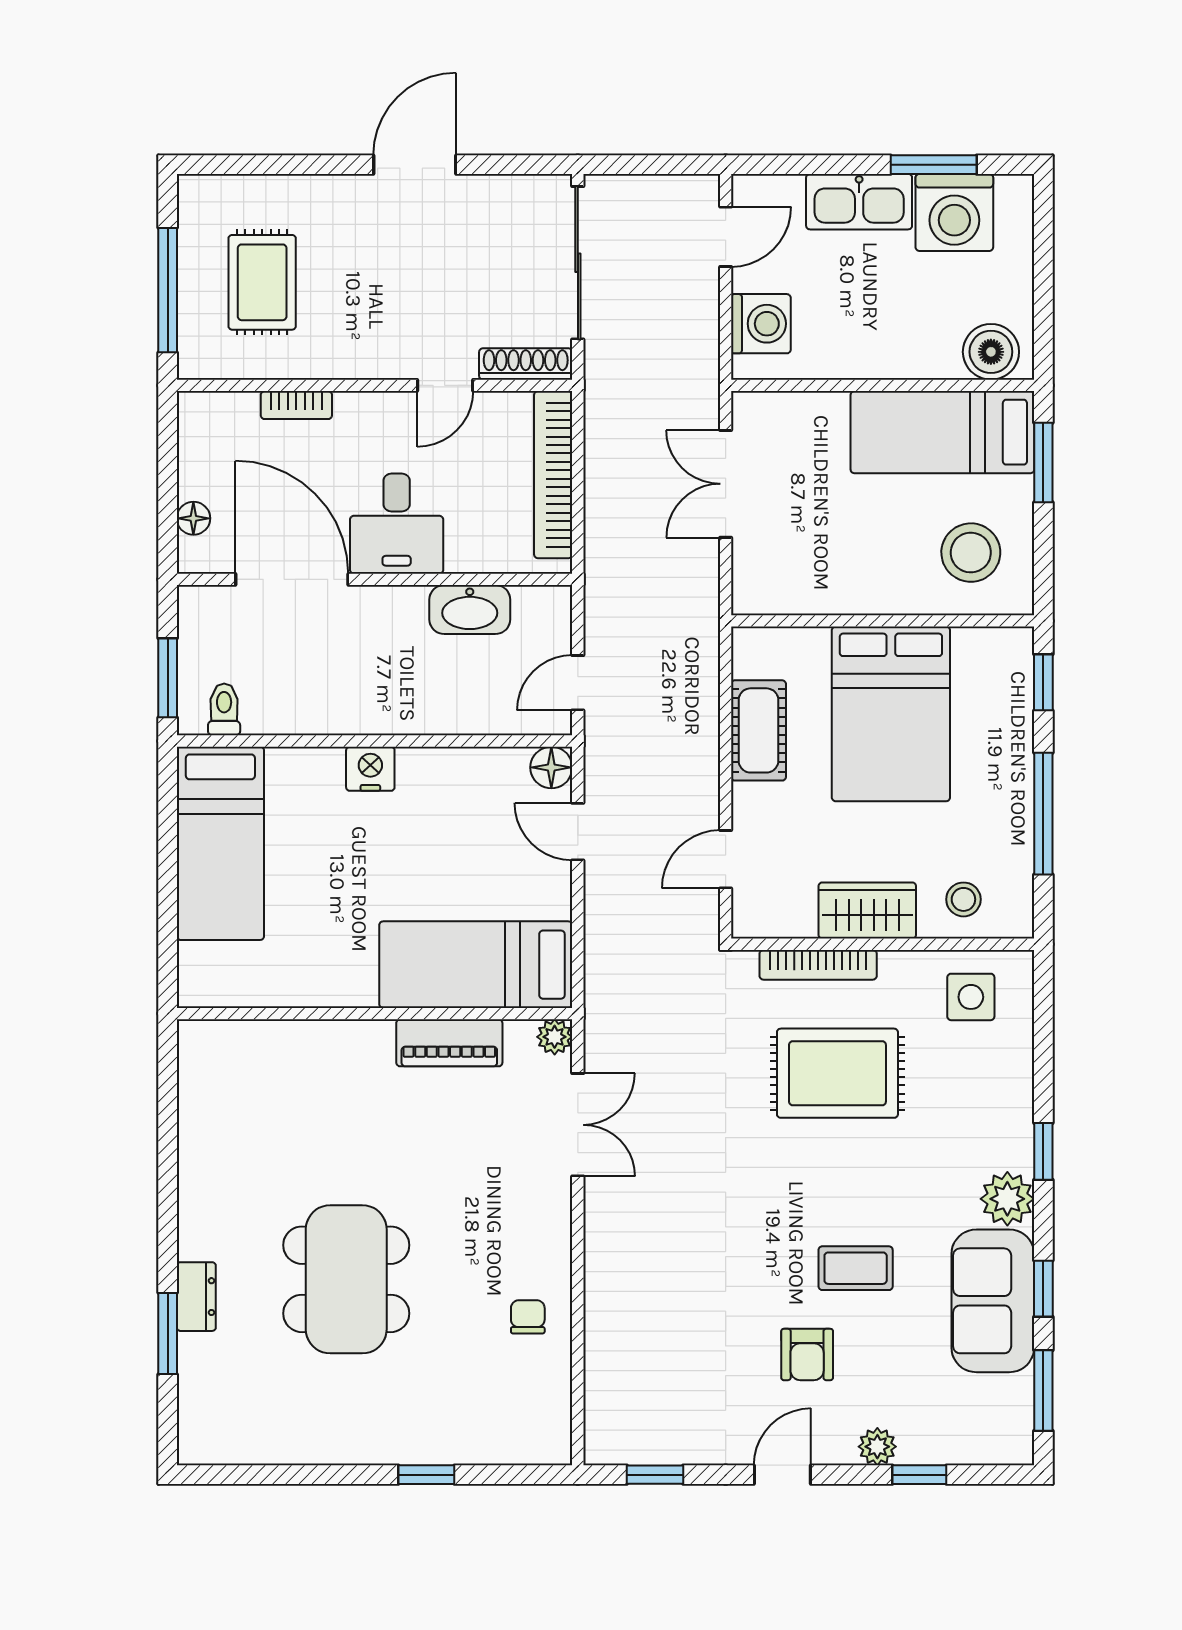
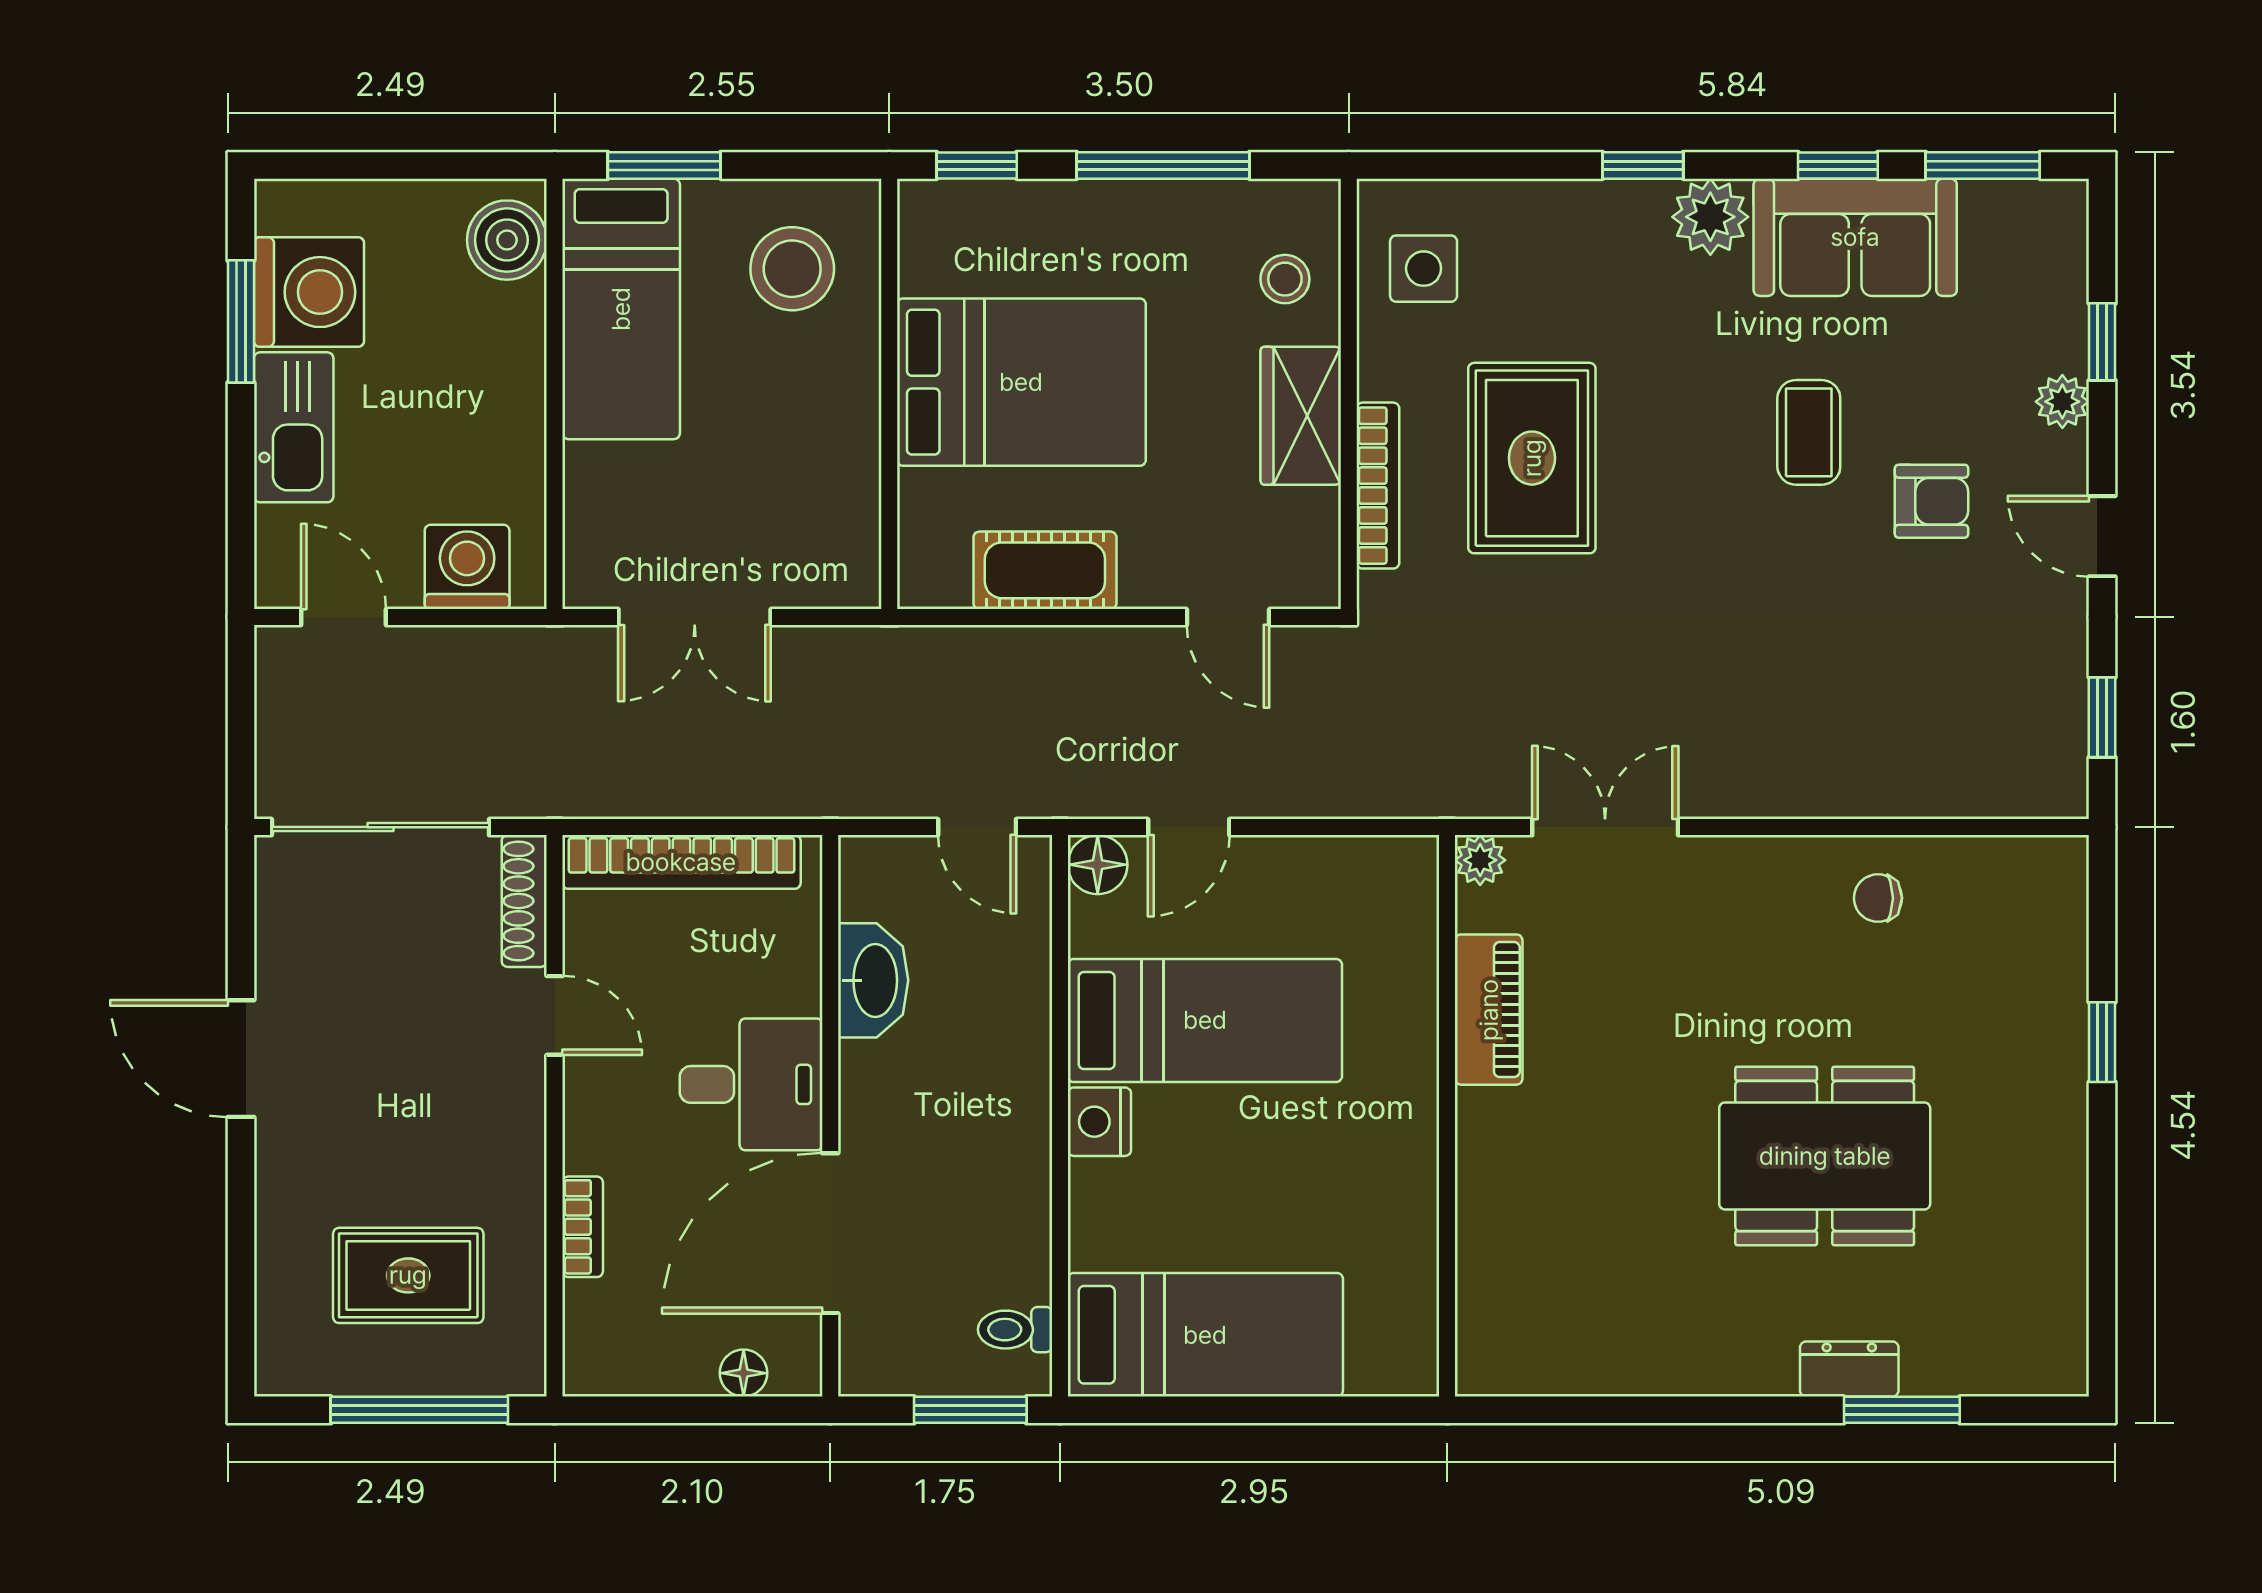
bed: (476, 965) -> (1205, 1020), moved, turned -90

